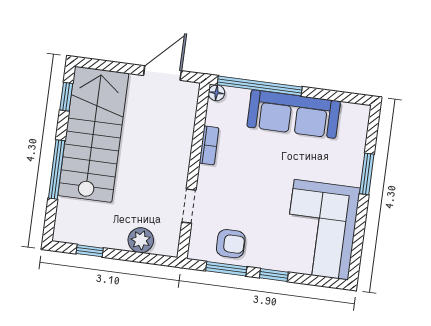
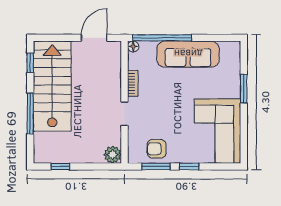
doorway: (189, 206) -> (124, 114), moved
plant: (141, 240) -> (112, 155), moved
armchair: (231, 244) -> (157, 149), turned 180

